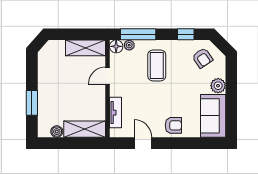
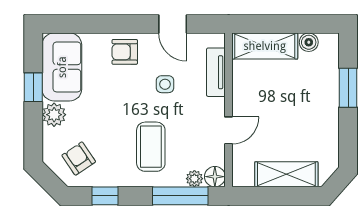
shelving: (85, 48) -> (286, 174), moved
window: (231, 103) -> (33, 87), added
side table: (148, 105) -> (165, 84), added

